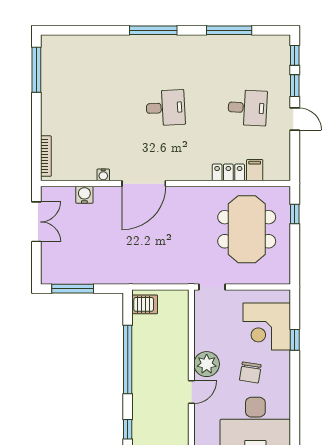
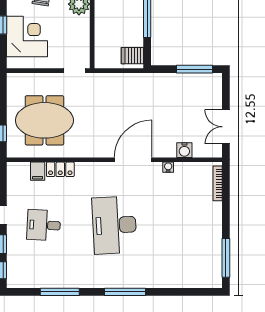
desk: (166, 108) -> (114, 225), width x1.87, depth x1.30
meeting table: (247, 229) -> (44, 120), turned 90

